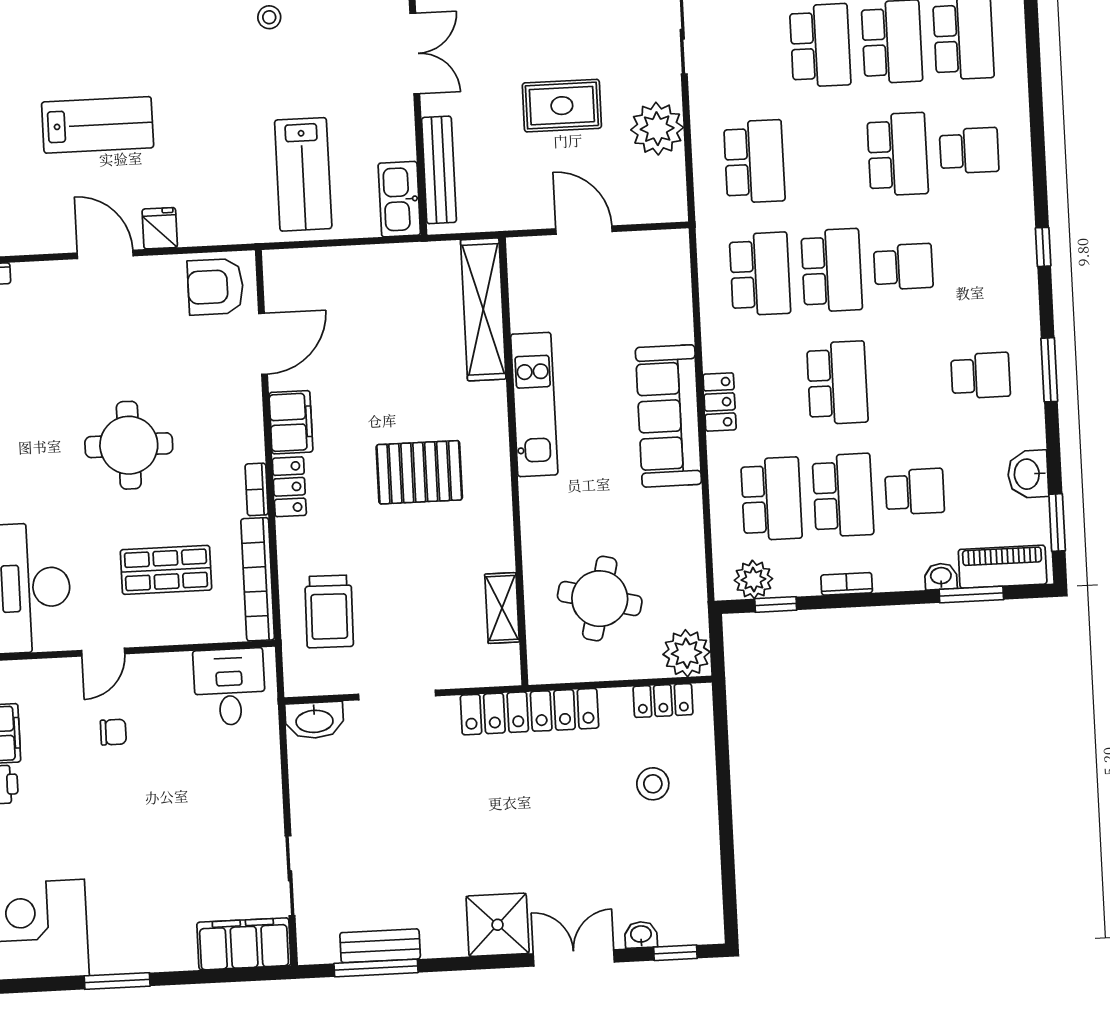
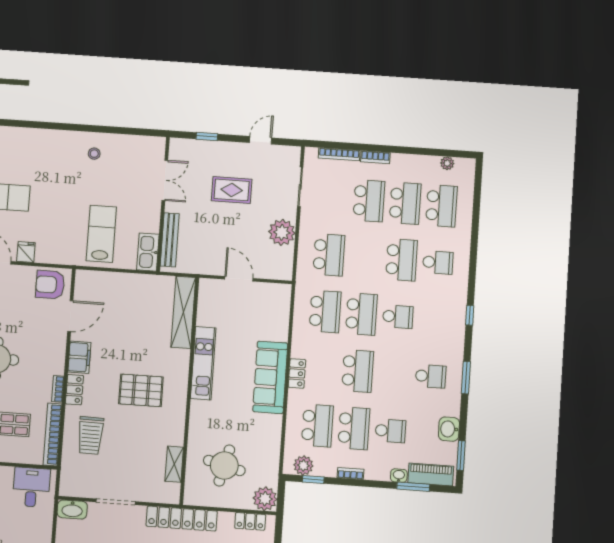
rug: (562, 106) -> (232, 190), moved
lab bench: (303, 174) -> (101, 234), turned 180
trolley: (329, 611) -> (90, 435), moved

